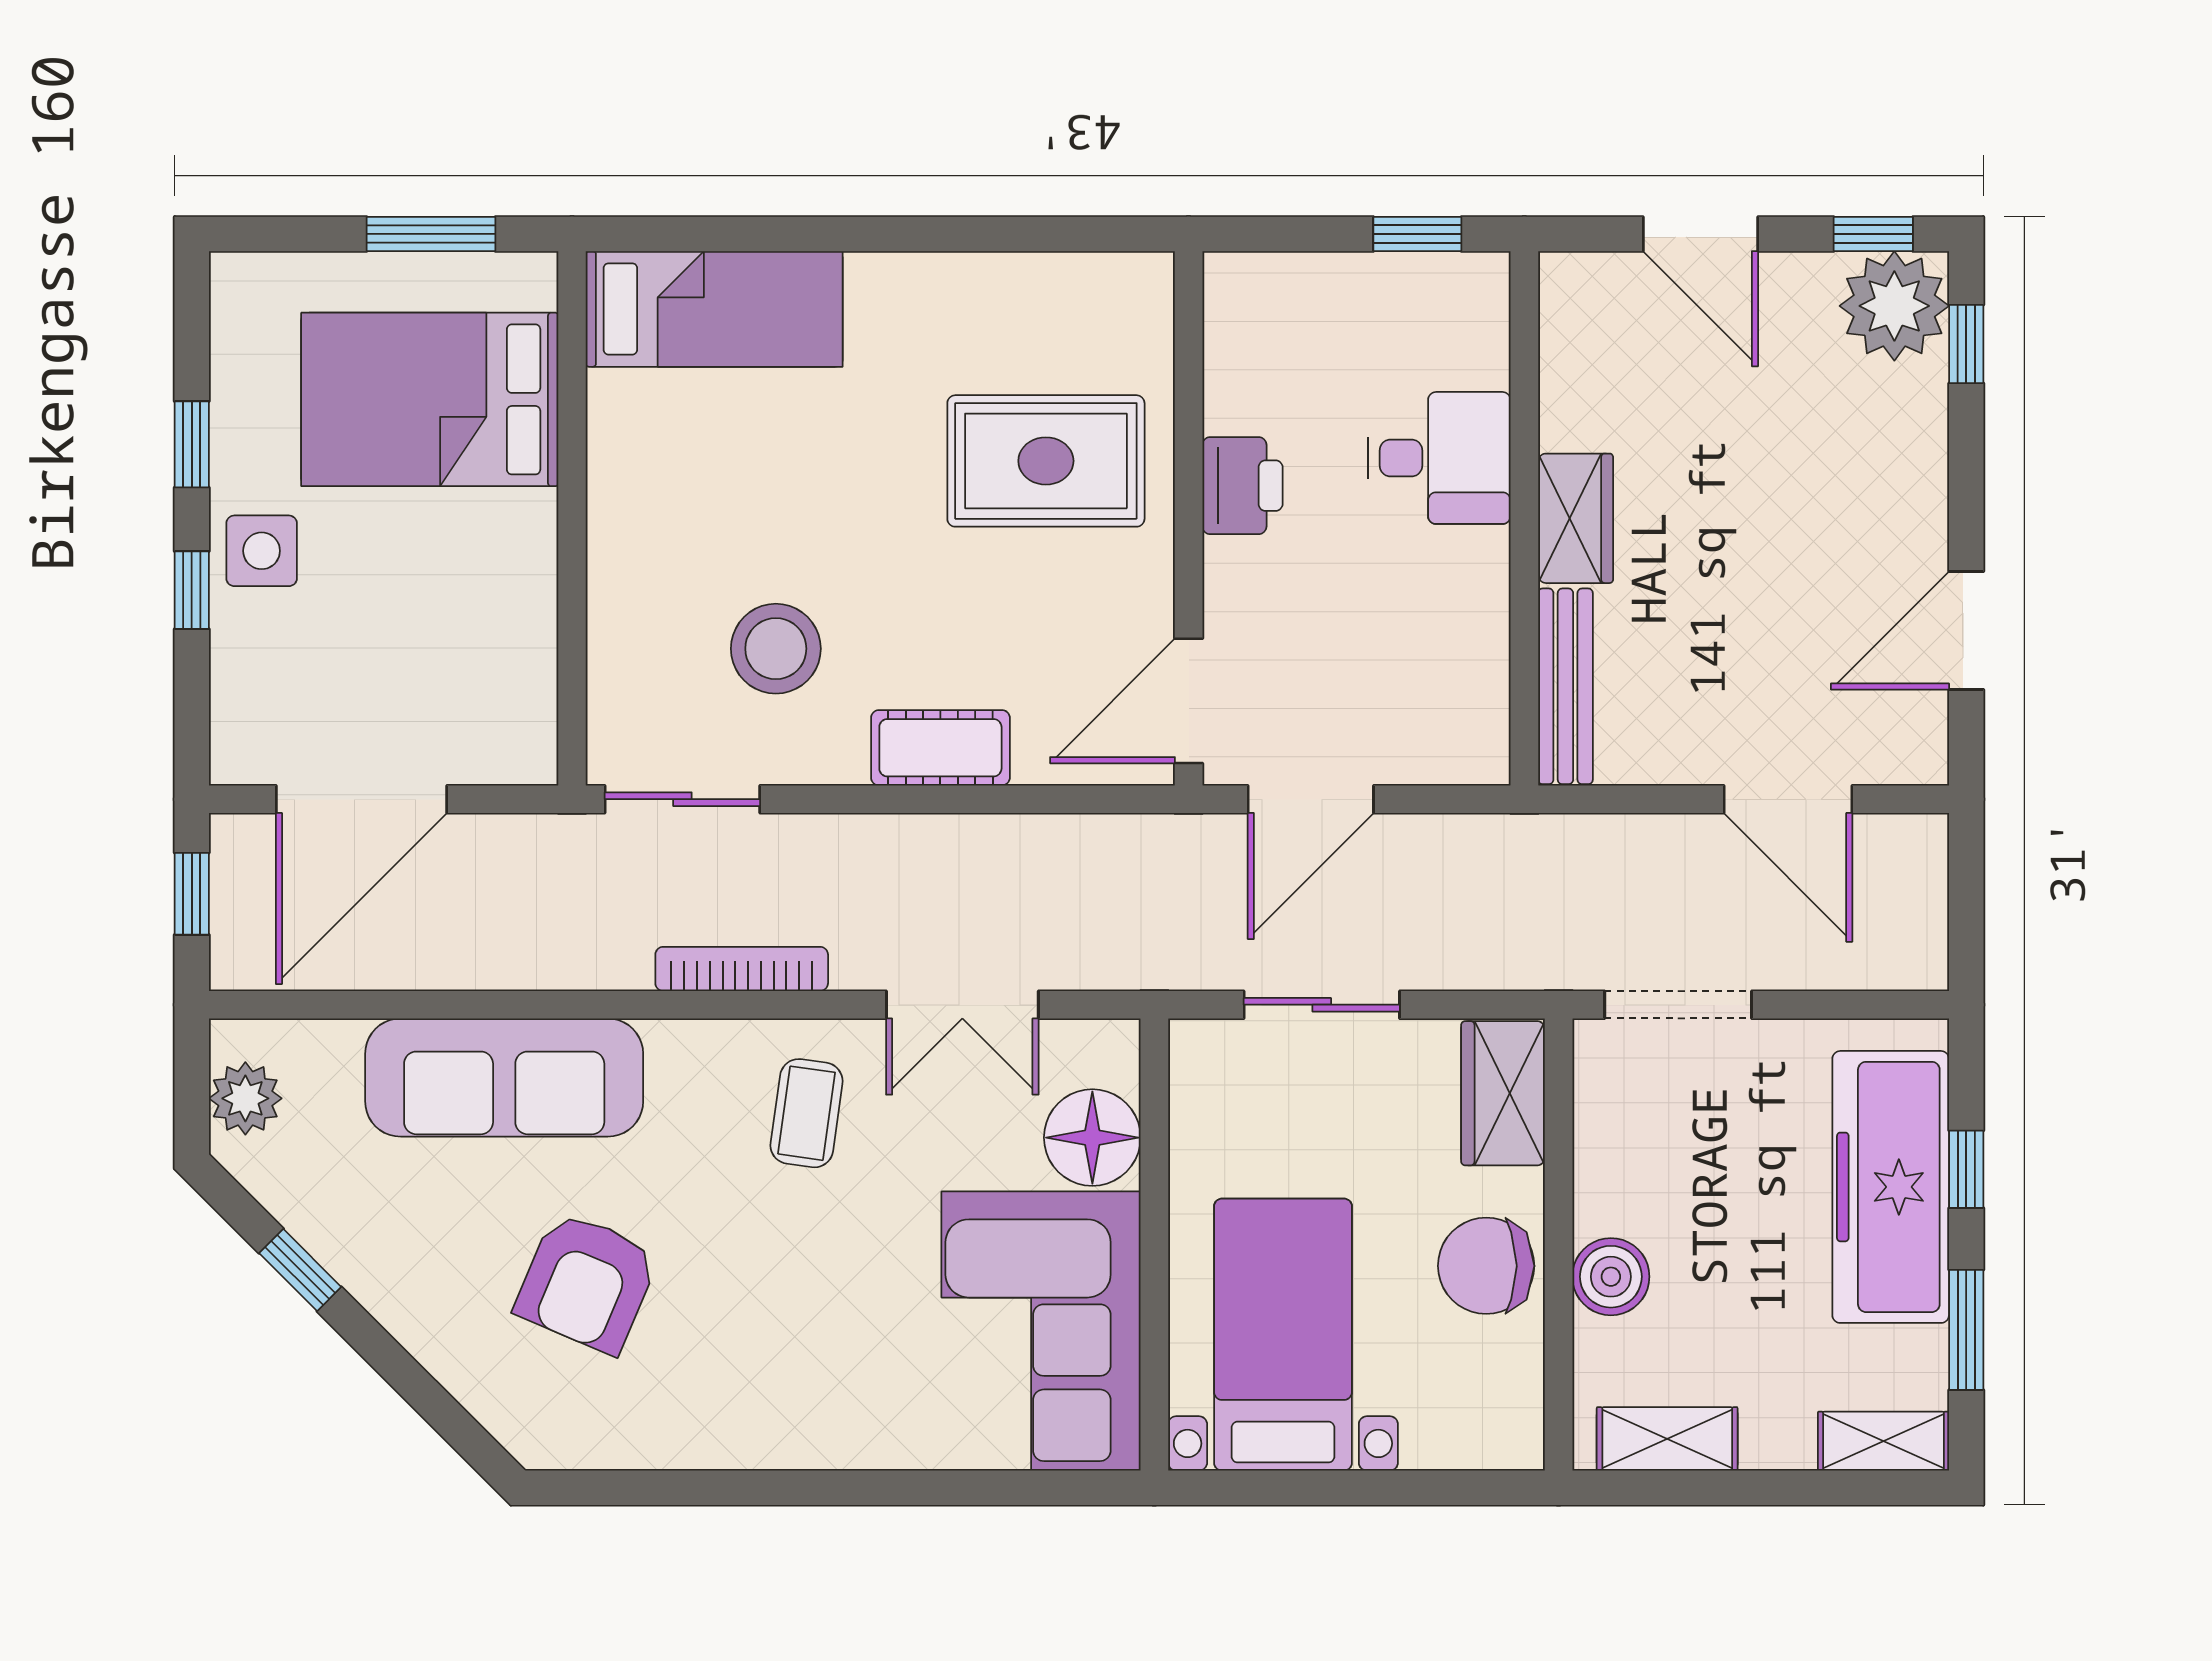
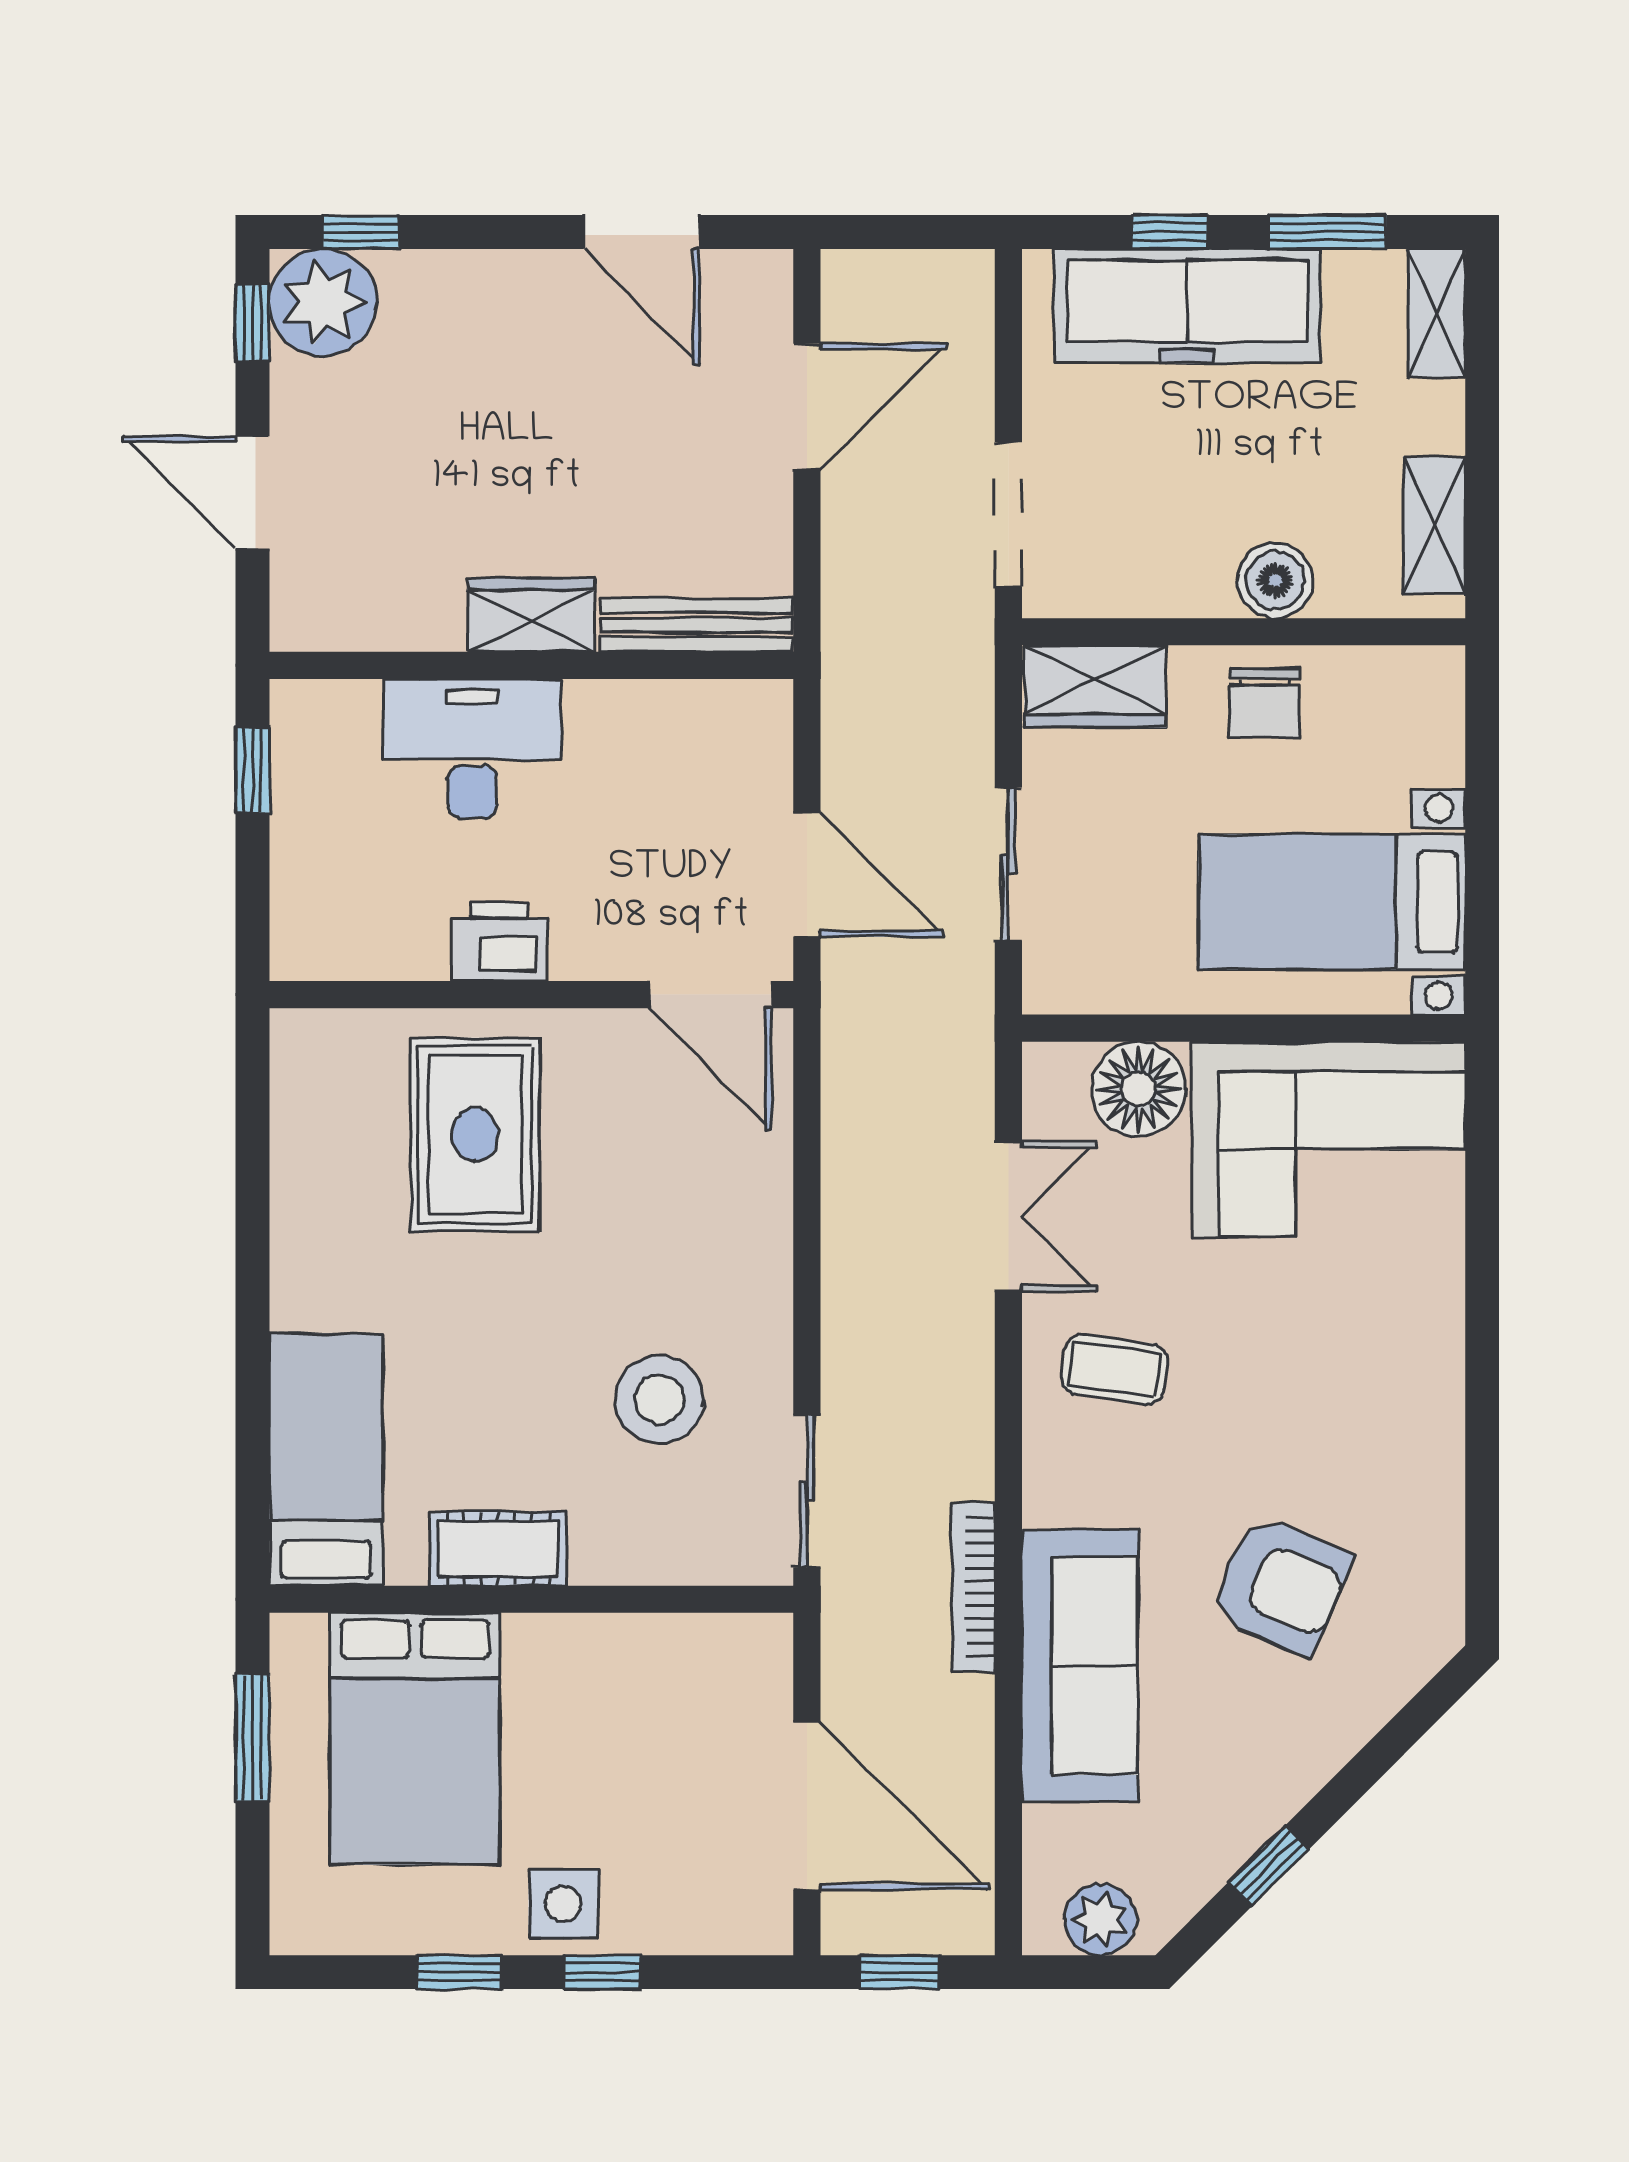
door: (1700, 234) -> (253, 493), swing flipped
desk: (1439, 458) -> (472, 749), width x1.37
cot: (940, 748) -> (498, 1549), moved, turned 90
bookcase: (742, 969) -> (973, 1587), moved
chair: (1486, 1266) -> (1264, 703), width x0.73, depth x0.73

